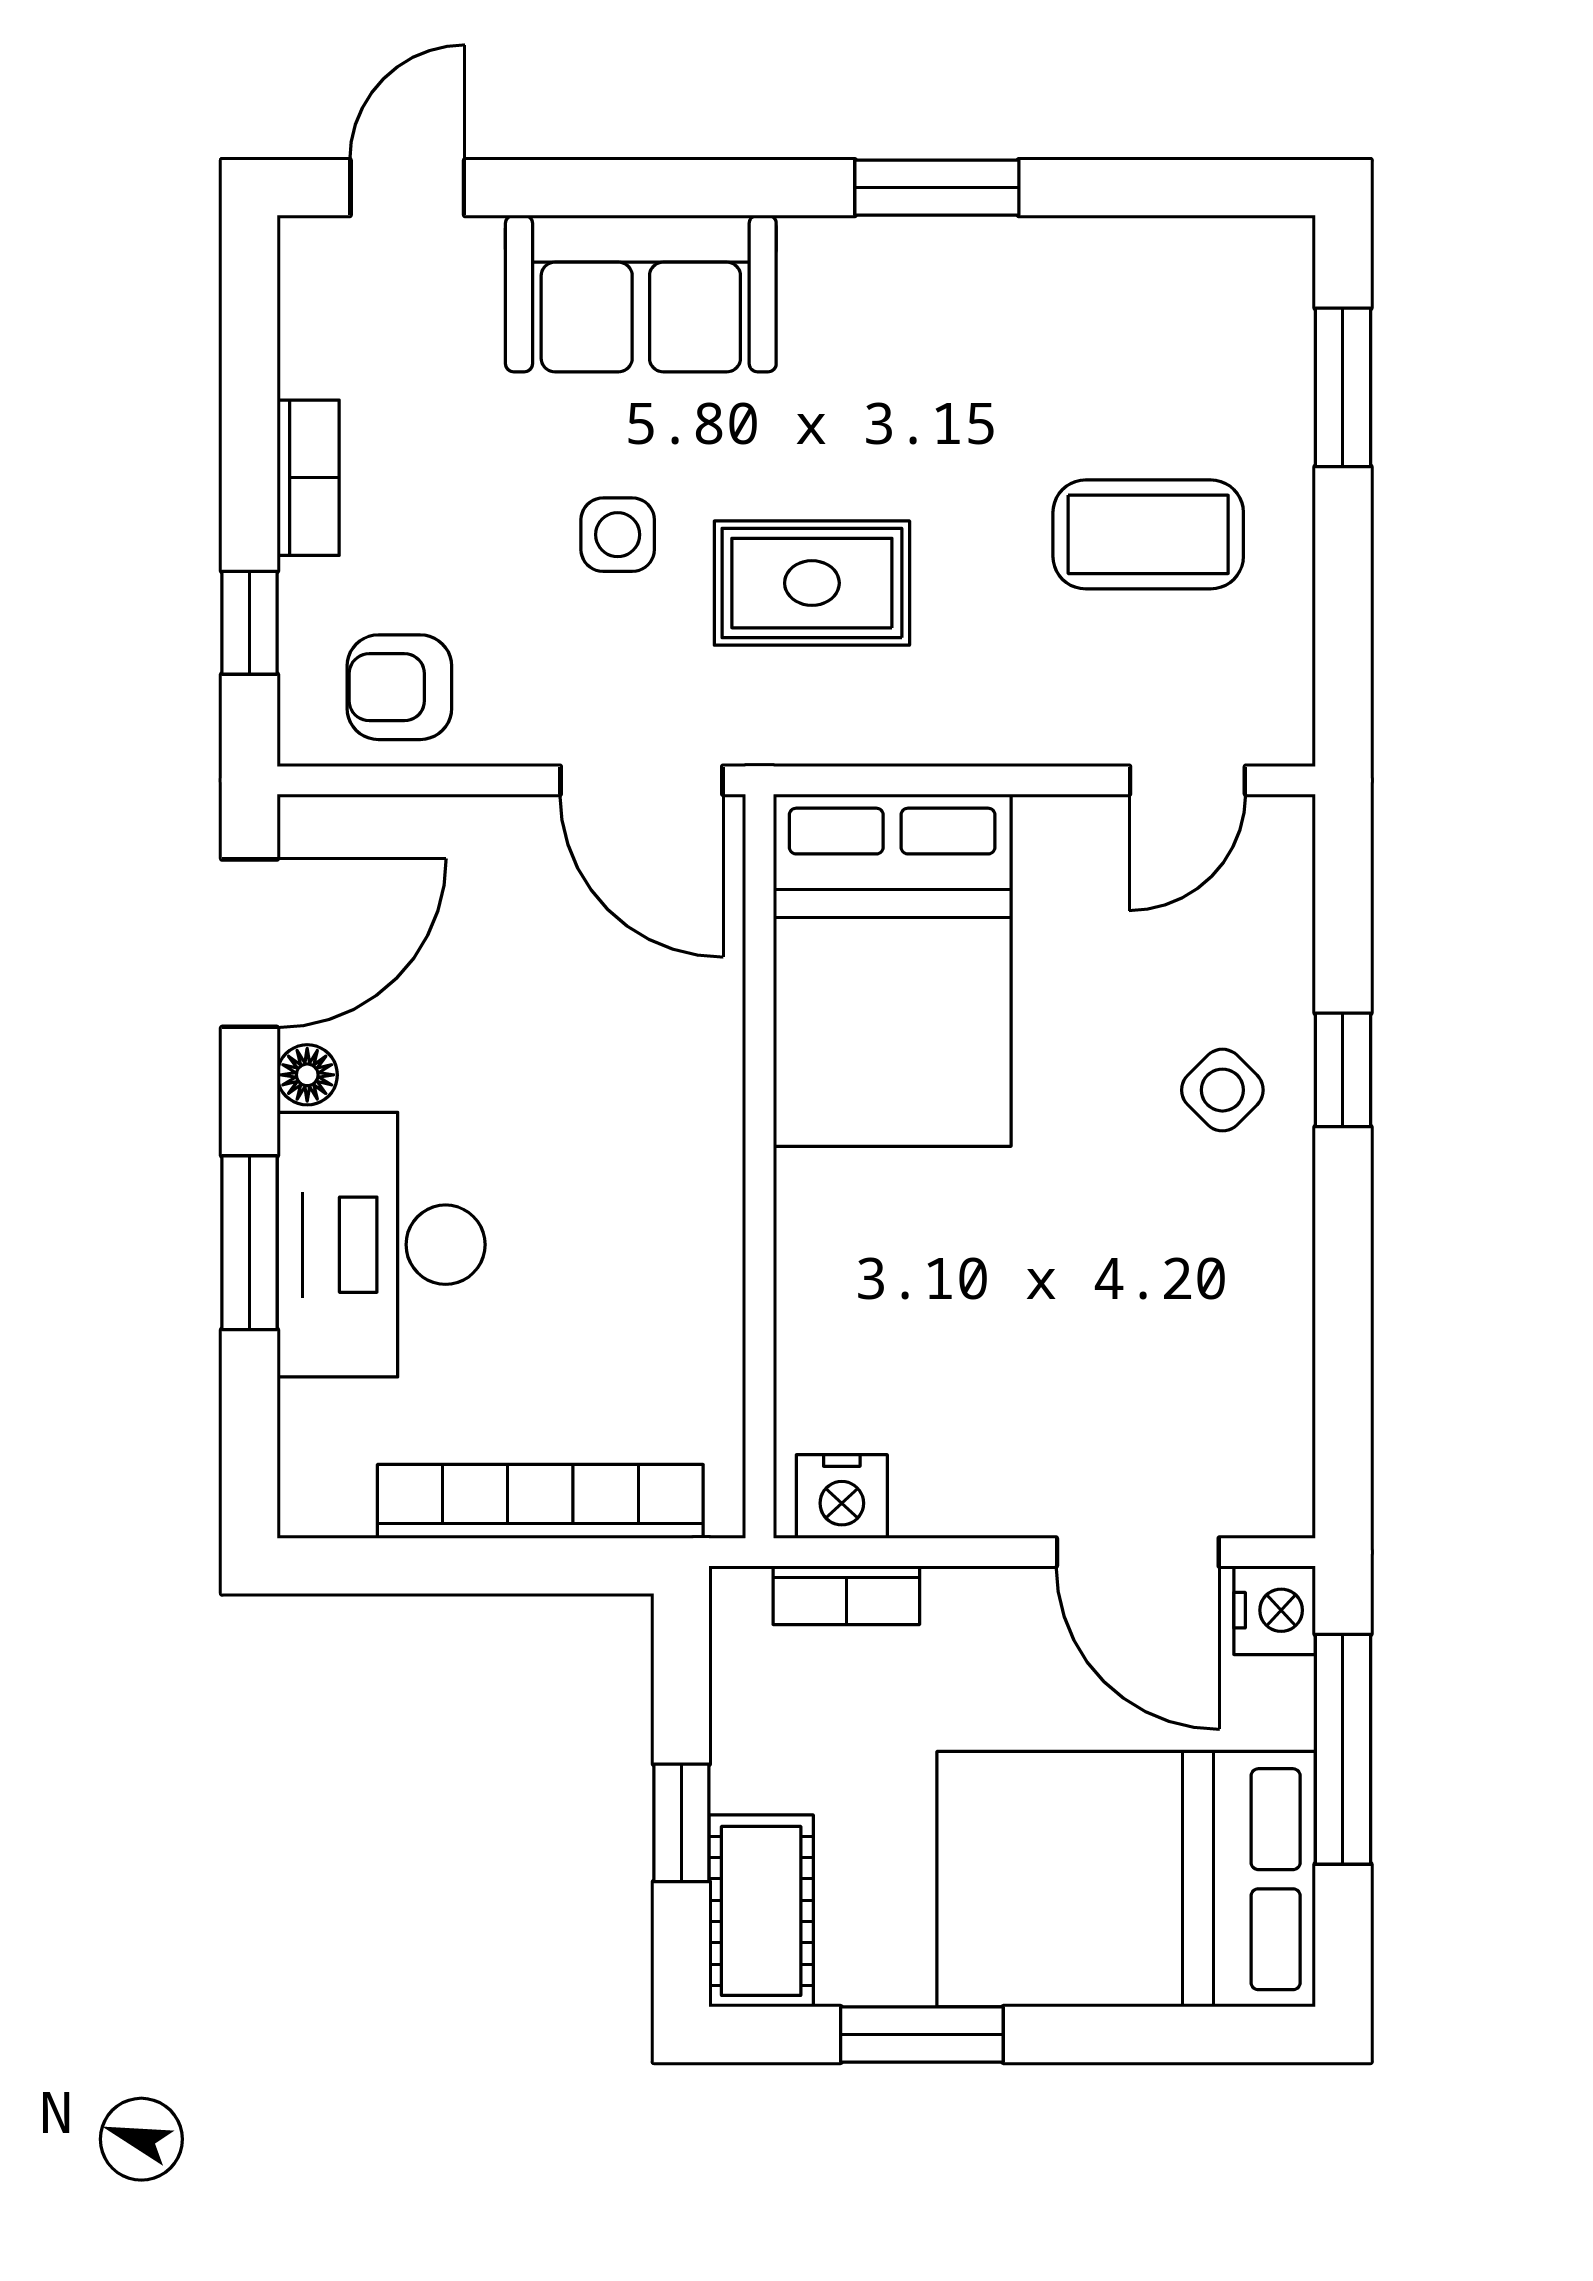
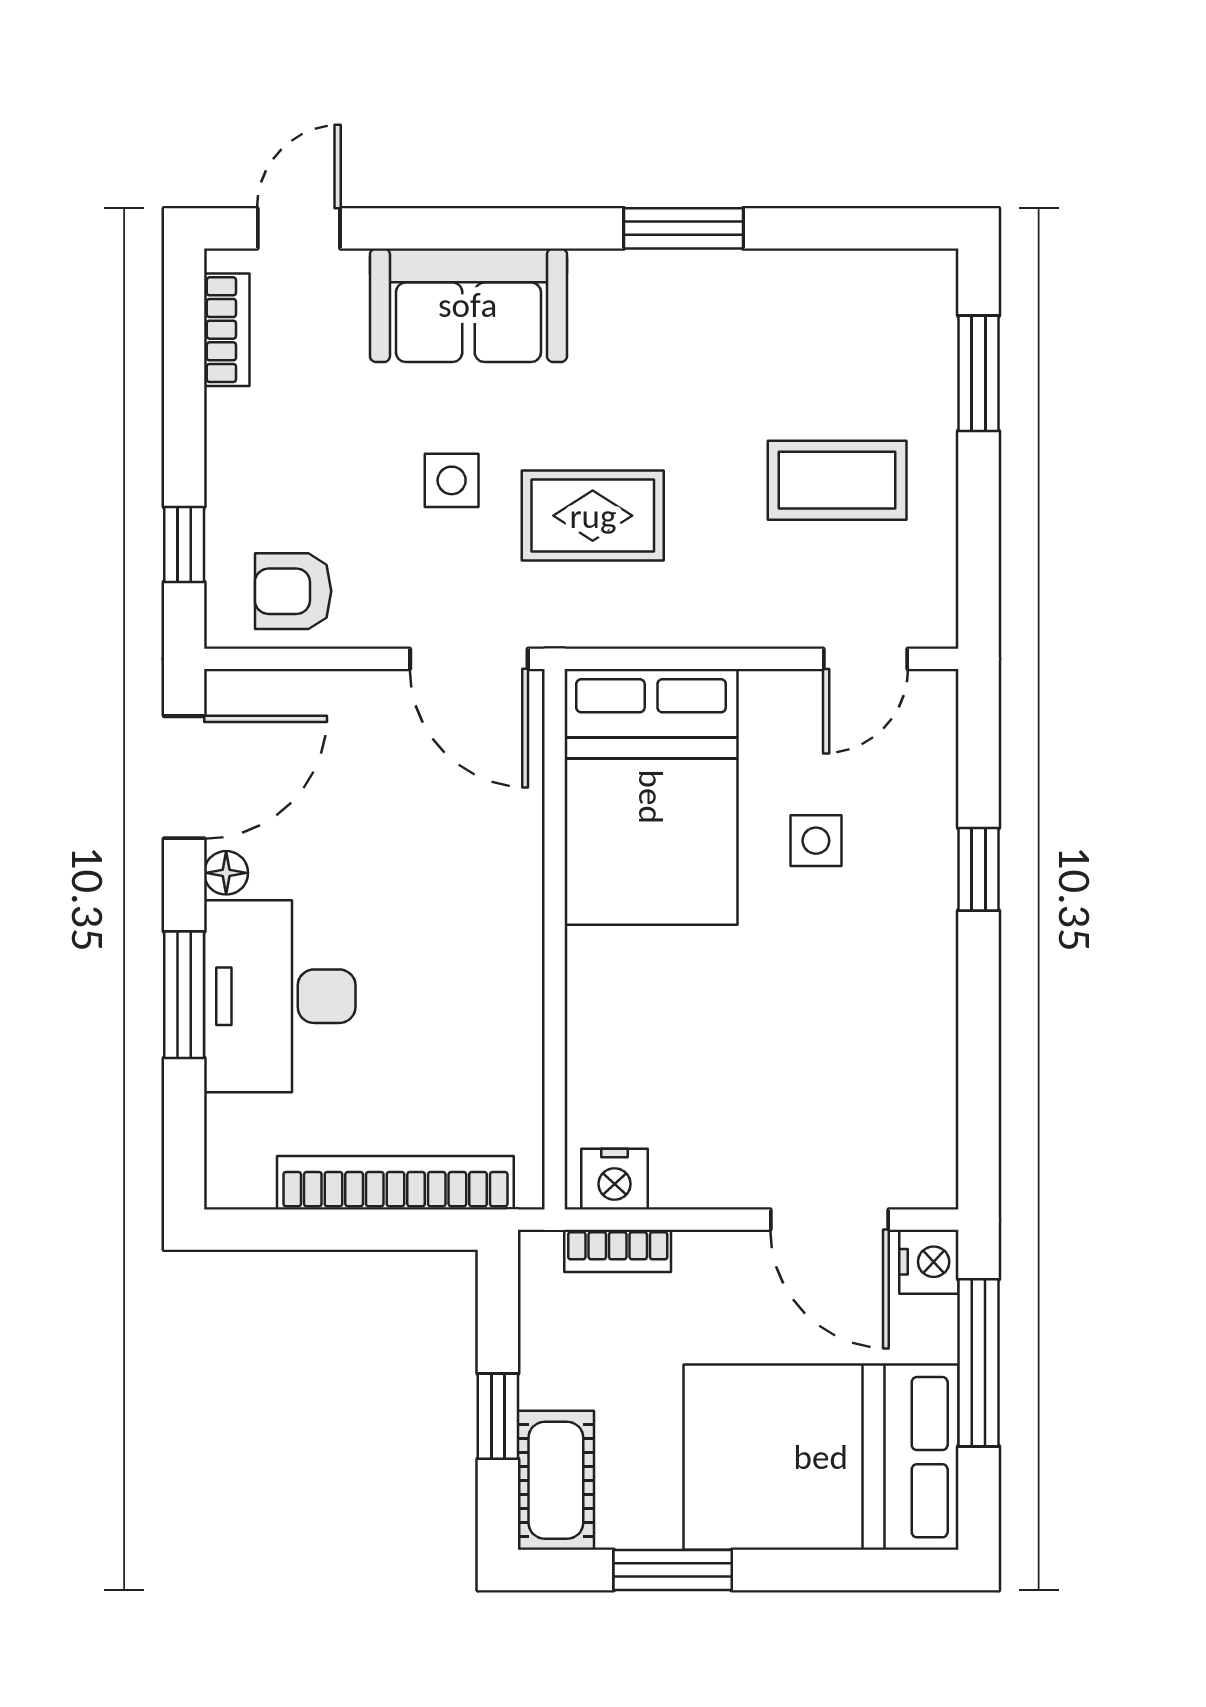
bookcase: (308, 478) -> (227, 330), moved
side table: (1222, 1090) -> (816, 841), moved, turned 45

